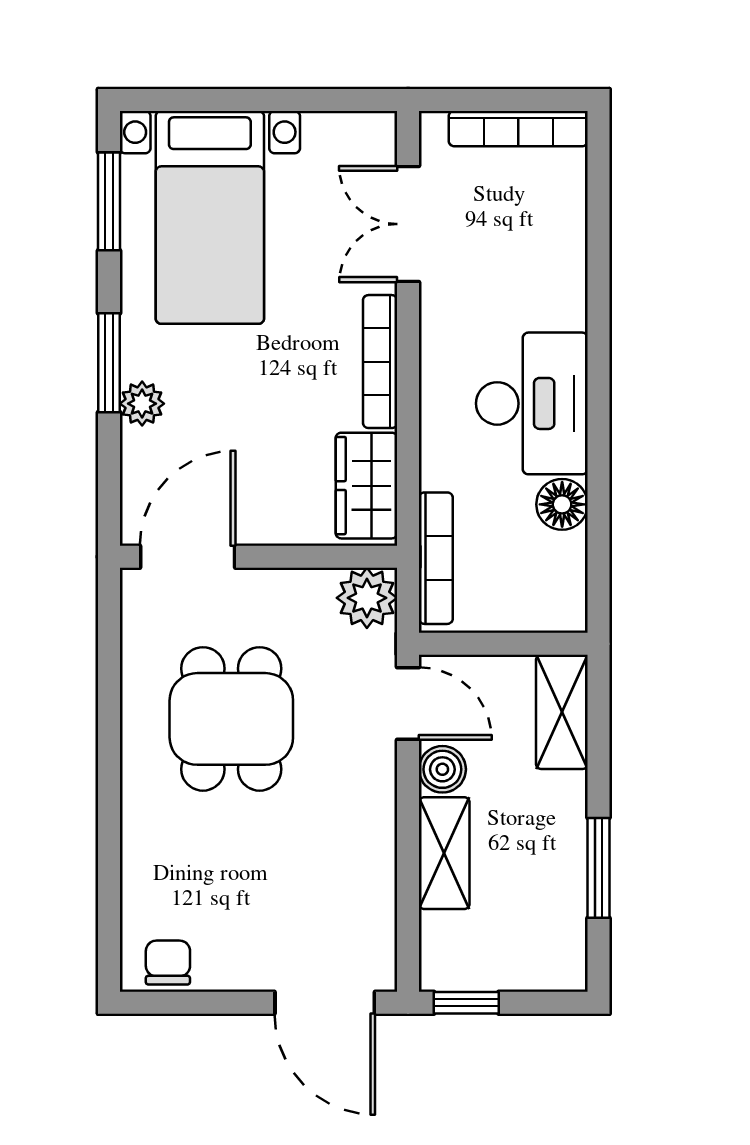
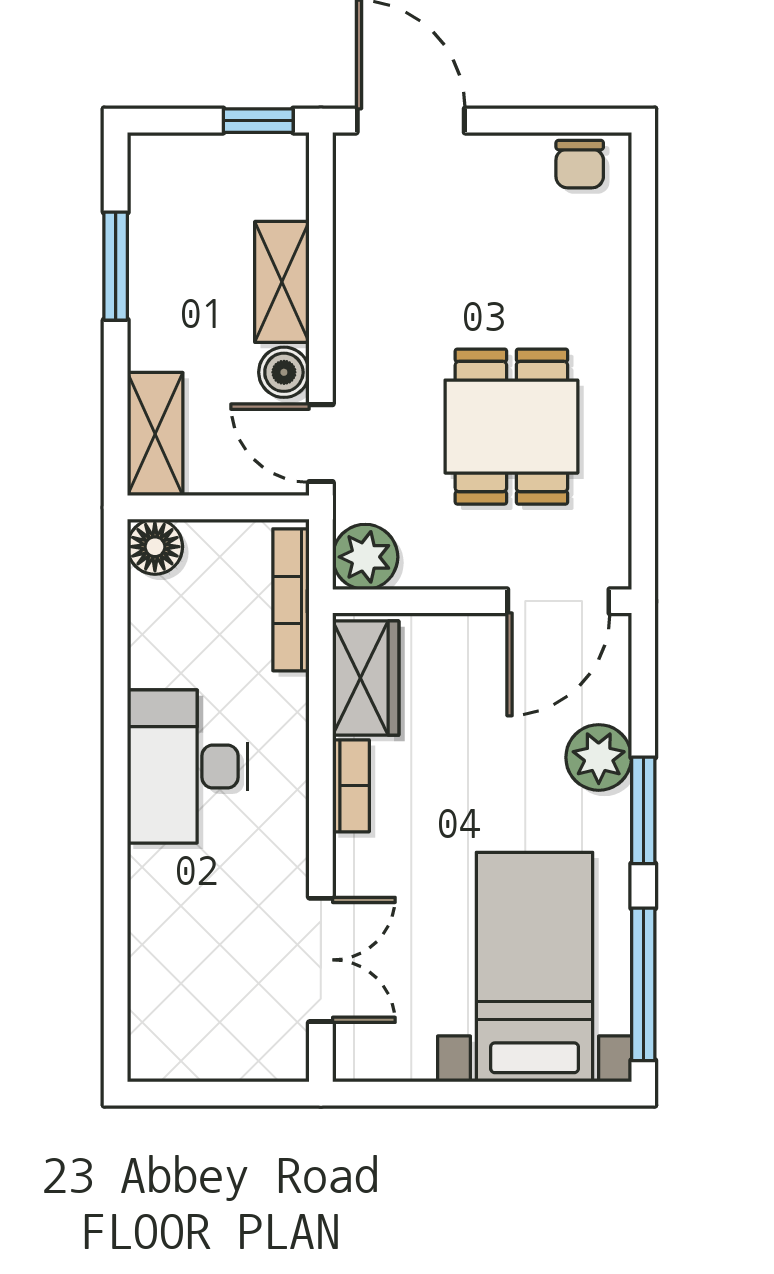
bookcase: (518, 129) -> (202, 1063), removed
window: (109, 201) -> (643, 984), width x1.44
bookcase: (380, 362) -> (351, 786), width x0.64
plant: (142, 404) -> (599, 757), width x1.38, depth x1.38
floor lamp: (562, 504) -> (155, 547), moved

